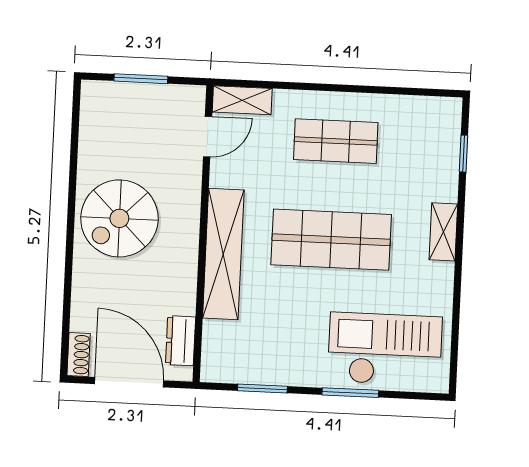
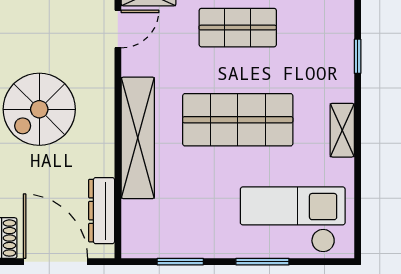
window: (464, 154) -> (358, 56), moved
shelving: (443, 232) -> (342, 130), moved
dresser: (181, 341) -> (102, 211), width x1.44

